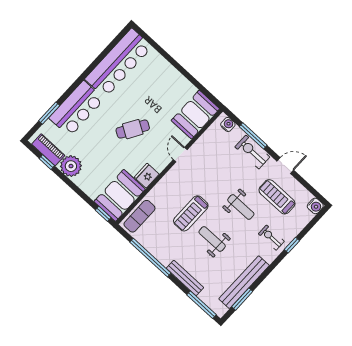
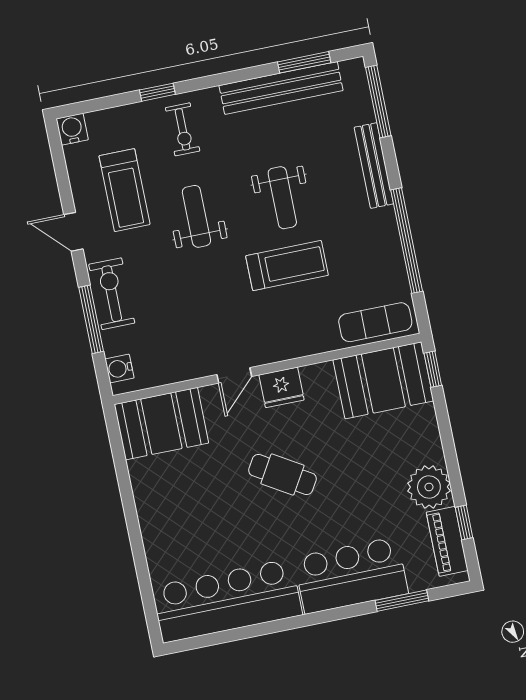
exercise bike: (252, 152) -> (112, 294), turned 180
fridge: (147, 176) -> (282, 387), moved

